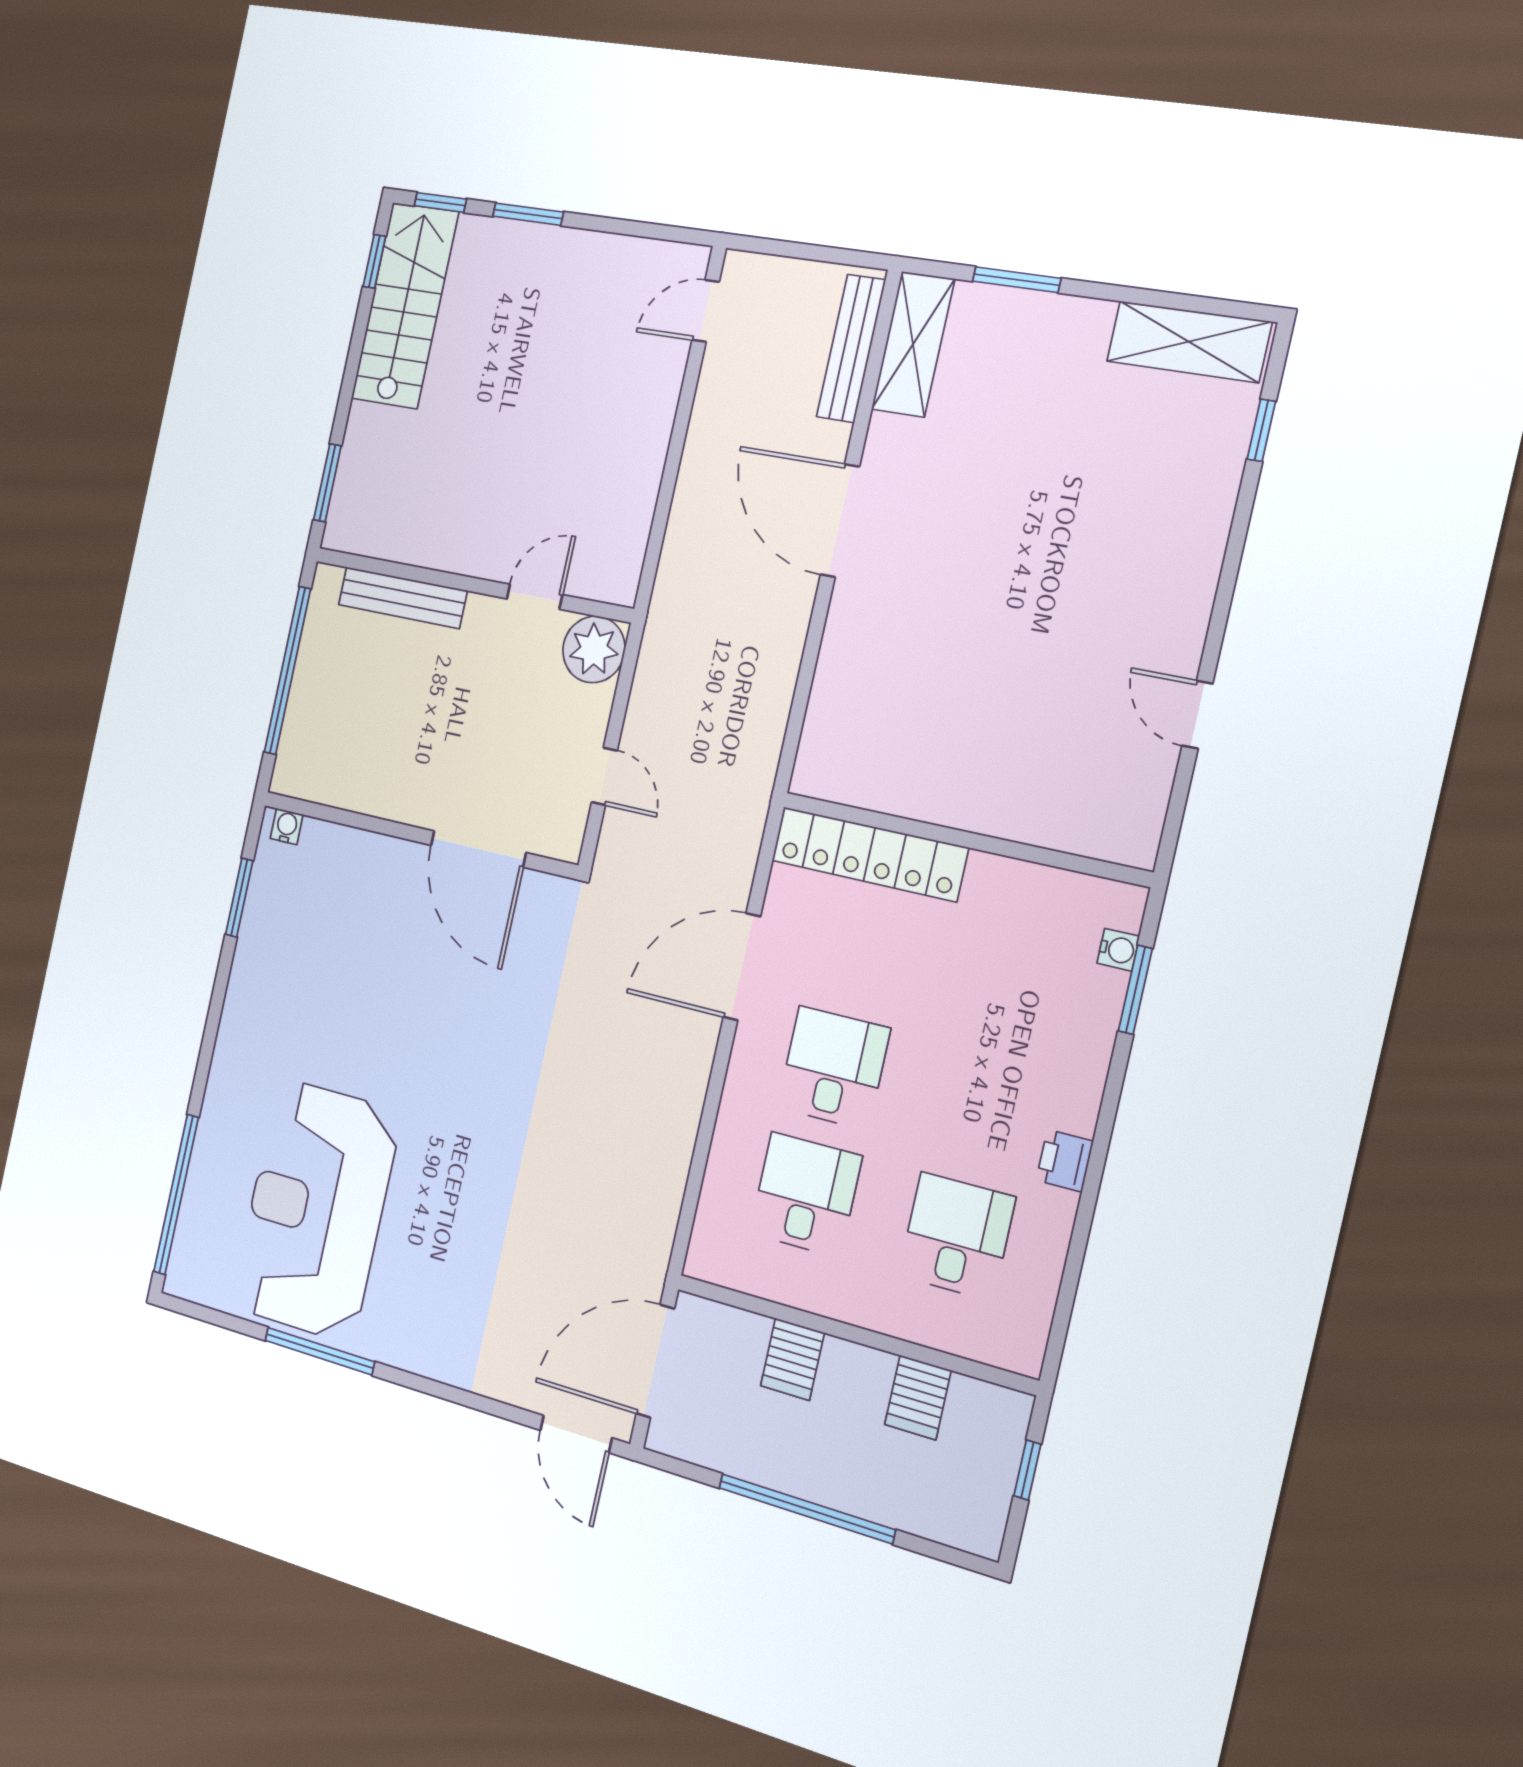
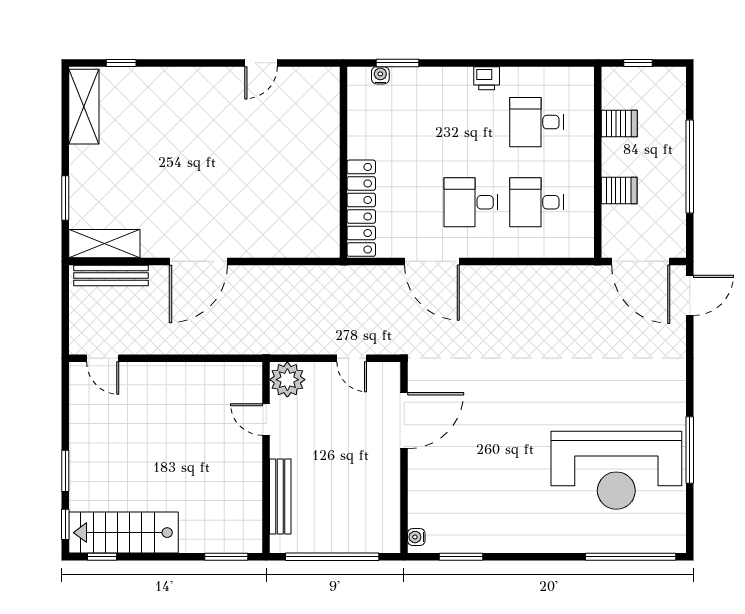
door: (604, 776) -> (352, 358), swing flipped

